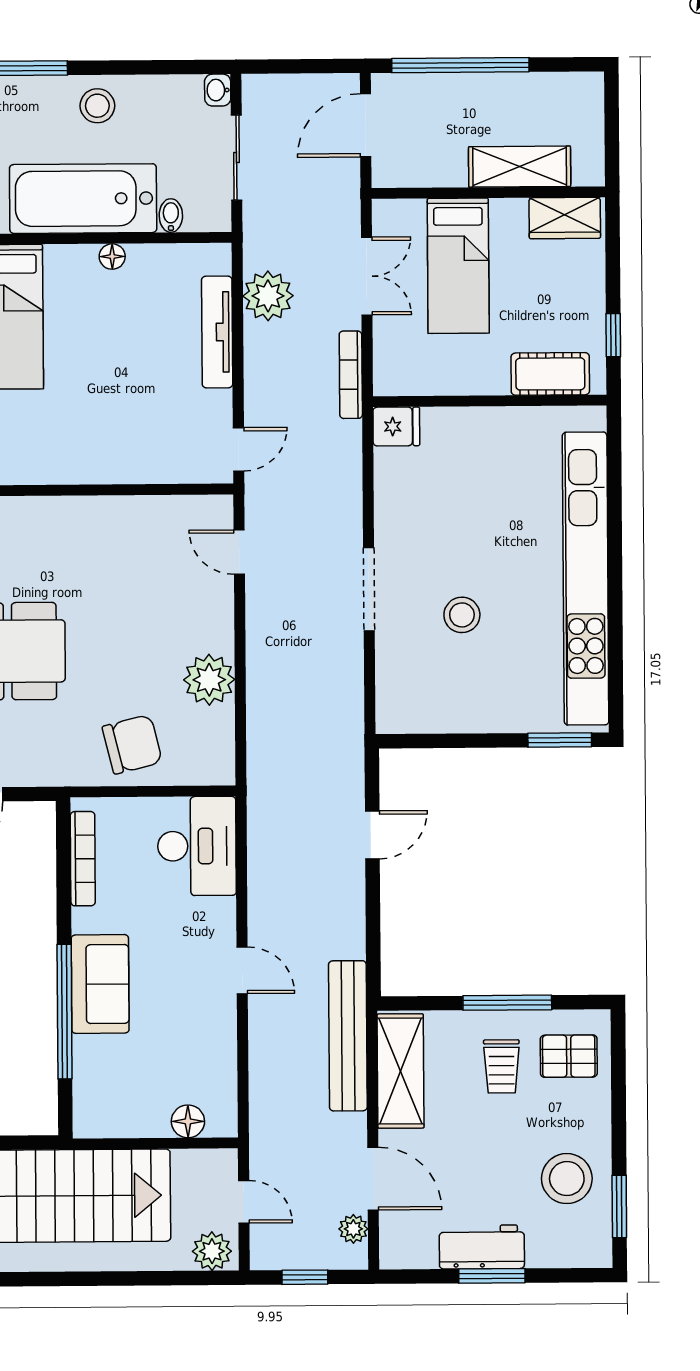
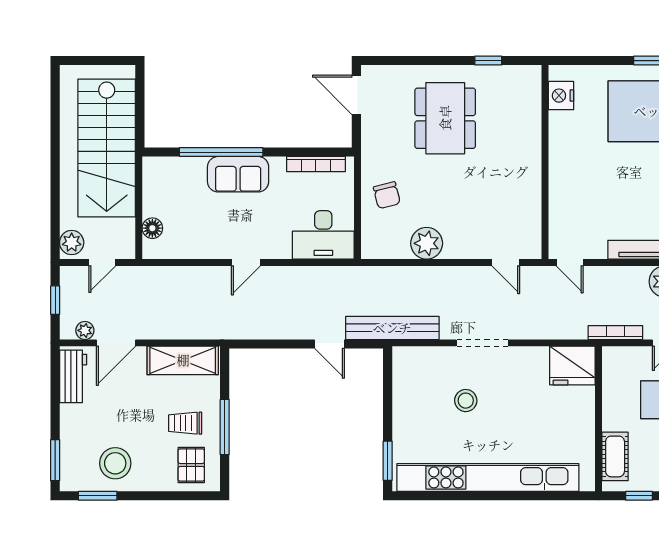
fridge: (396, 426) -> (572, 366), width x1.88, depth x1.34
door: (239, 552) -> (506, 263), swing flipped
chair: (132, 744) -> (387, 195), width x0.73, depth x0.73
bench: (348, 1036) -> (392, 328), moved
workbench: (482, 1247) -> (73, 376), moved
window: (492, 1276) -> (55, 460), moved

